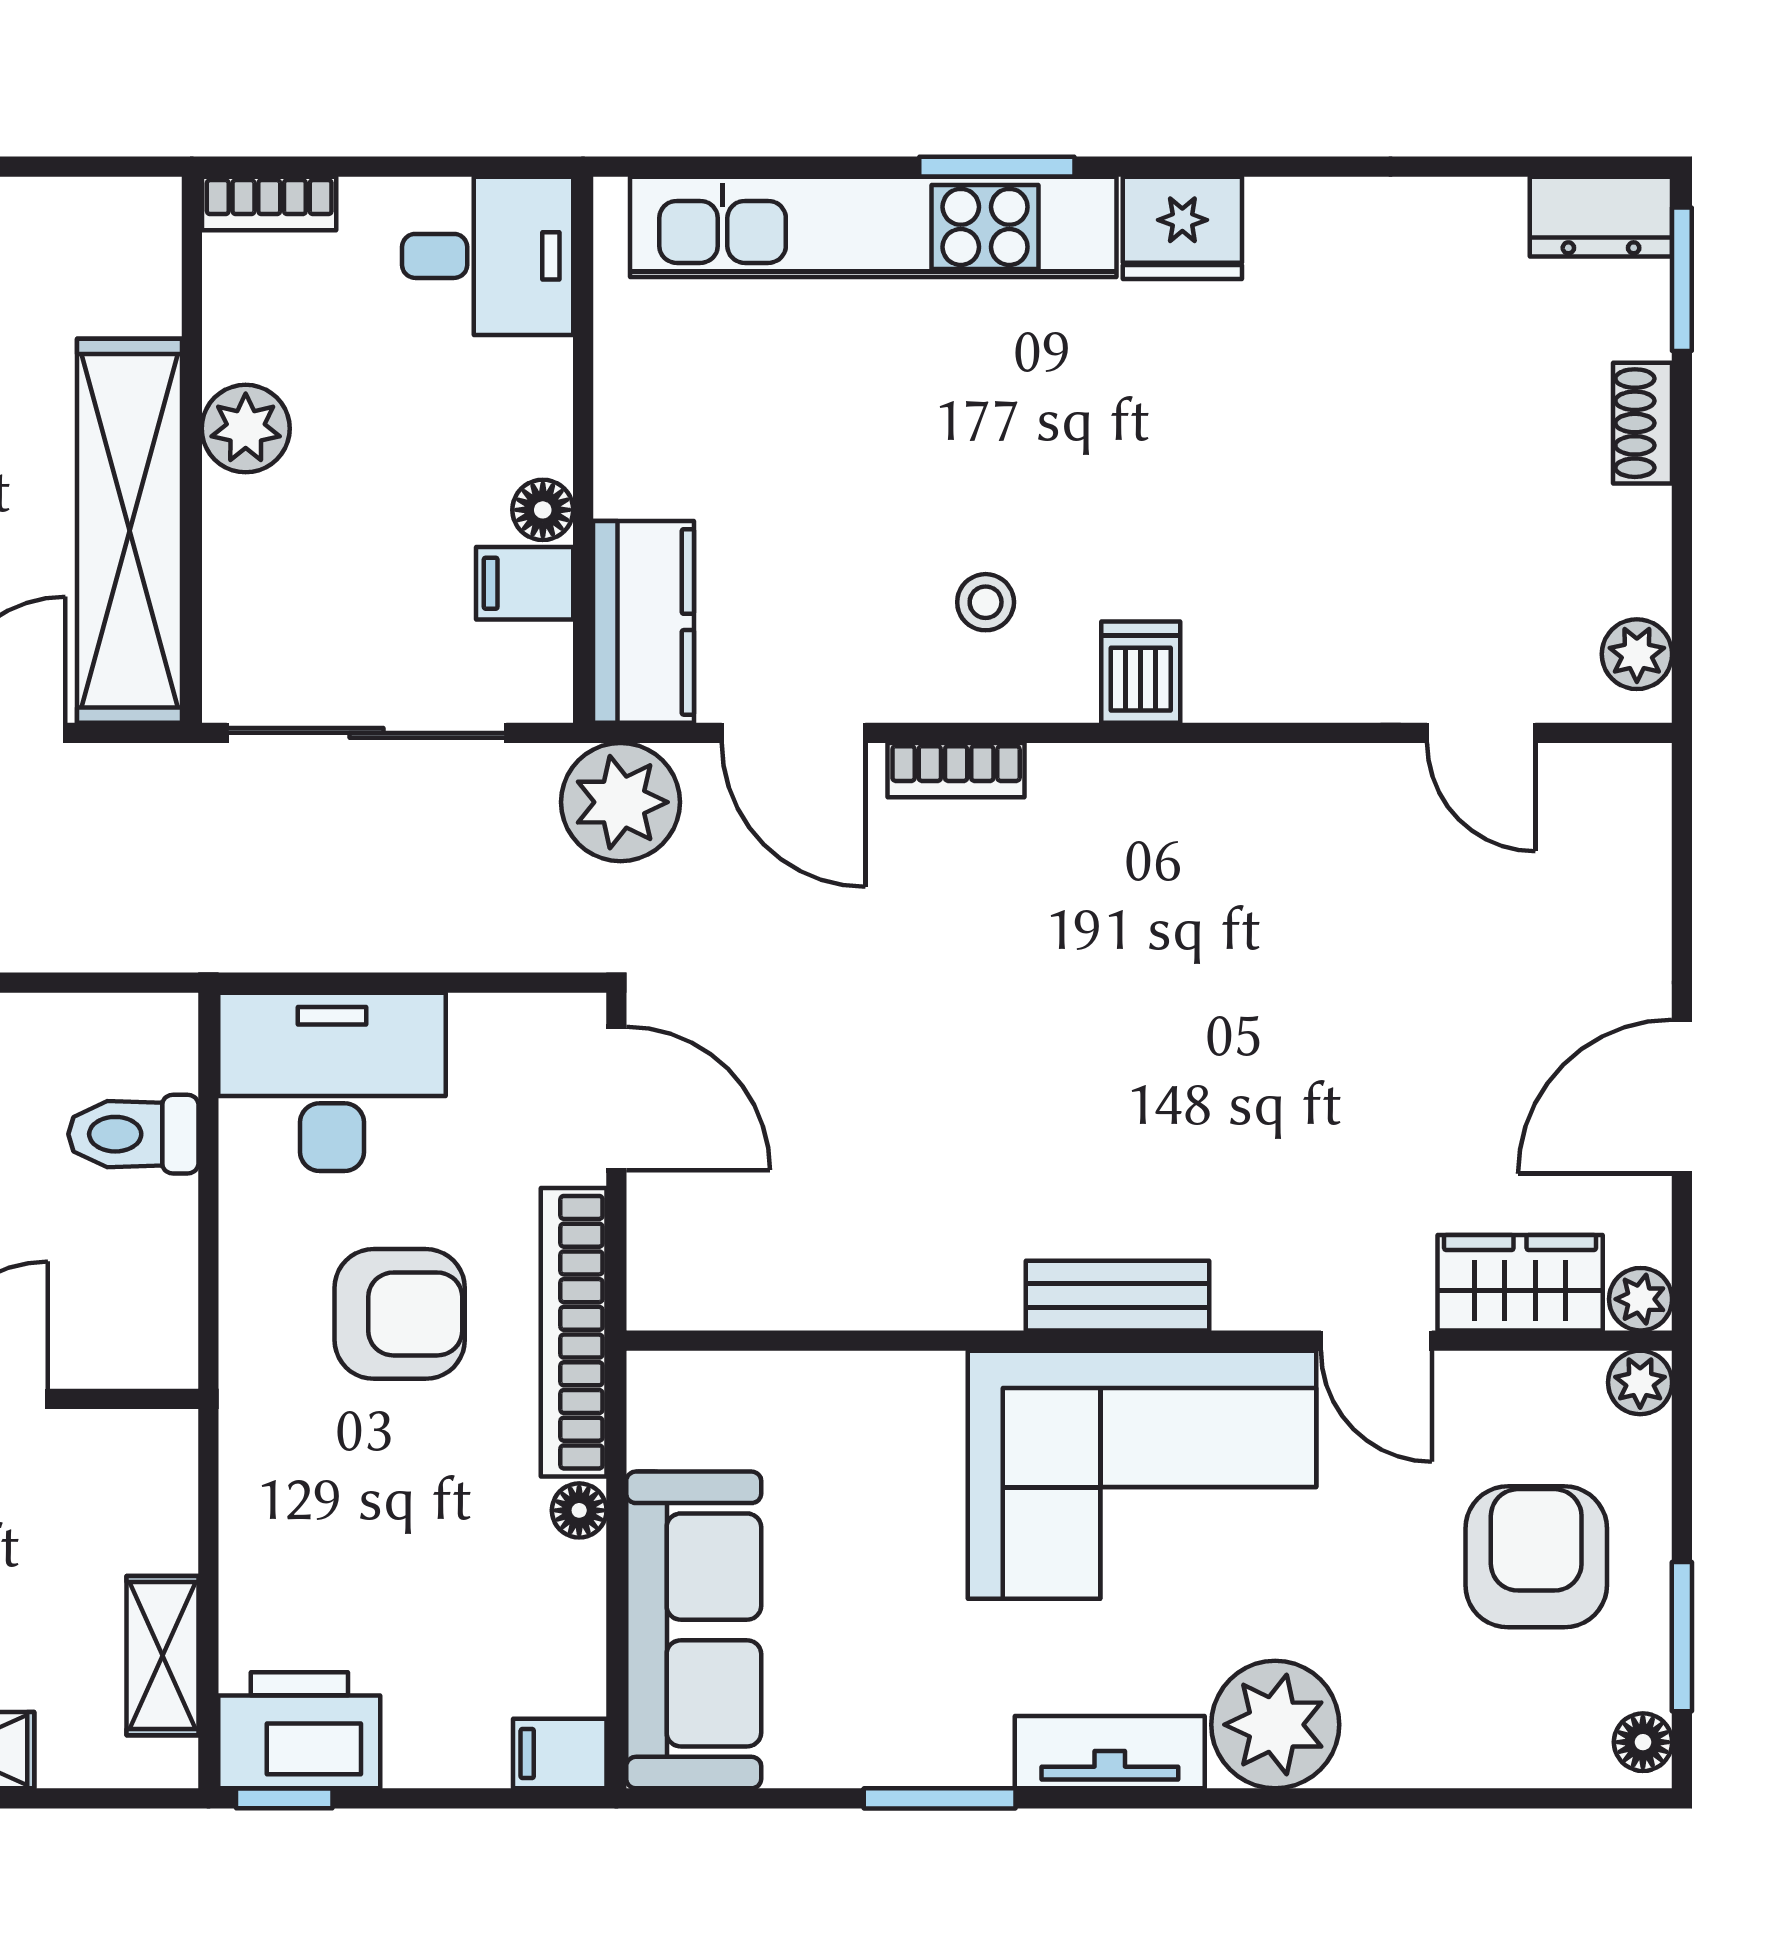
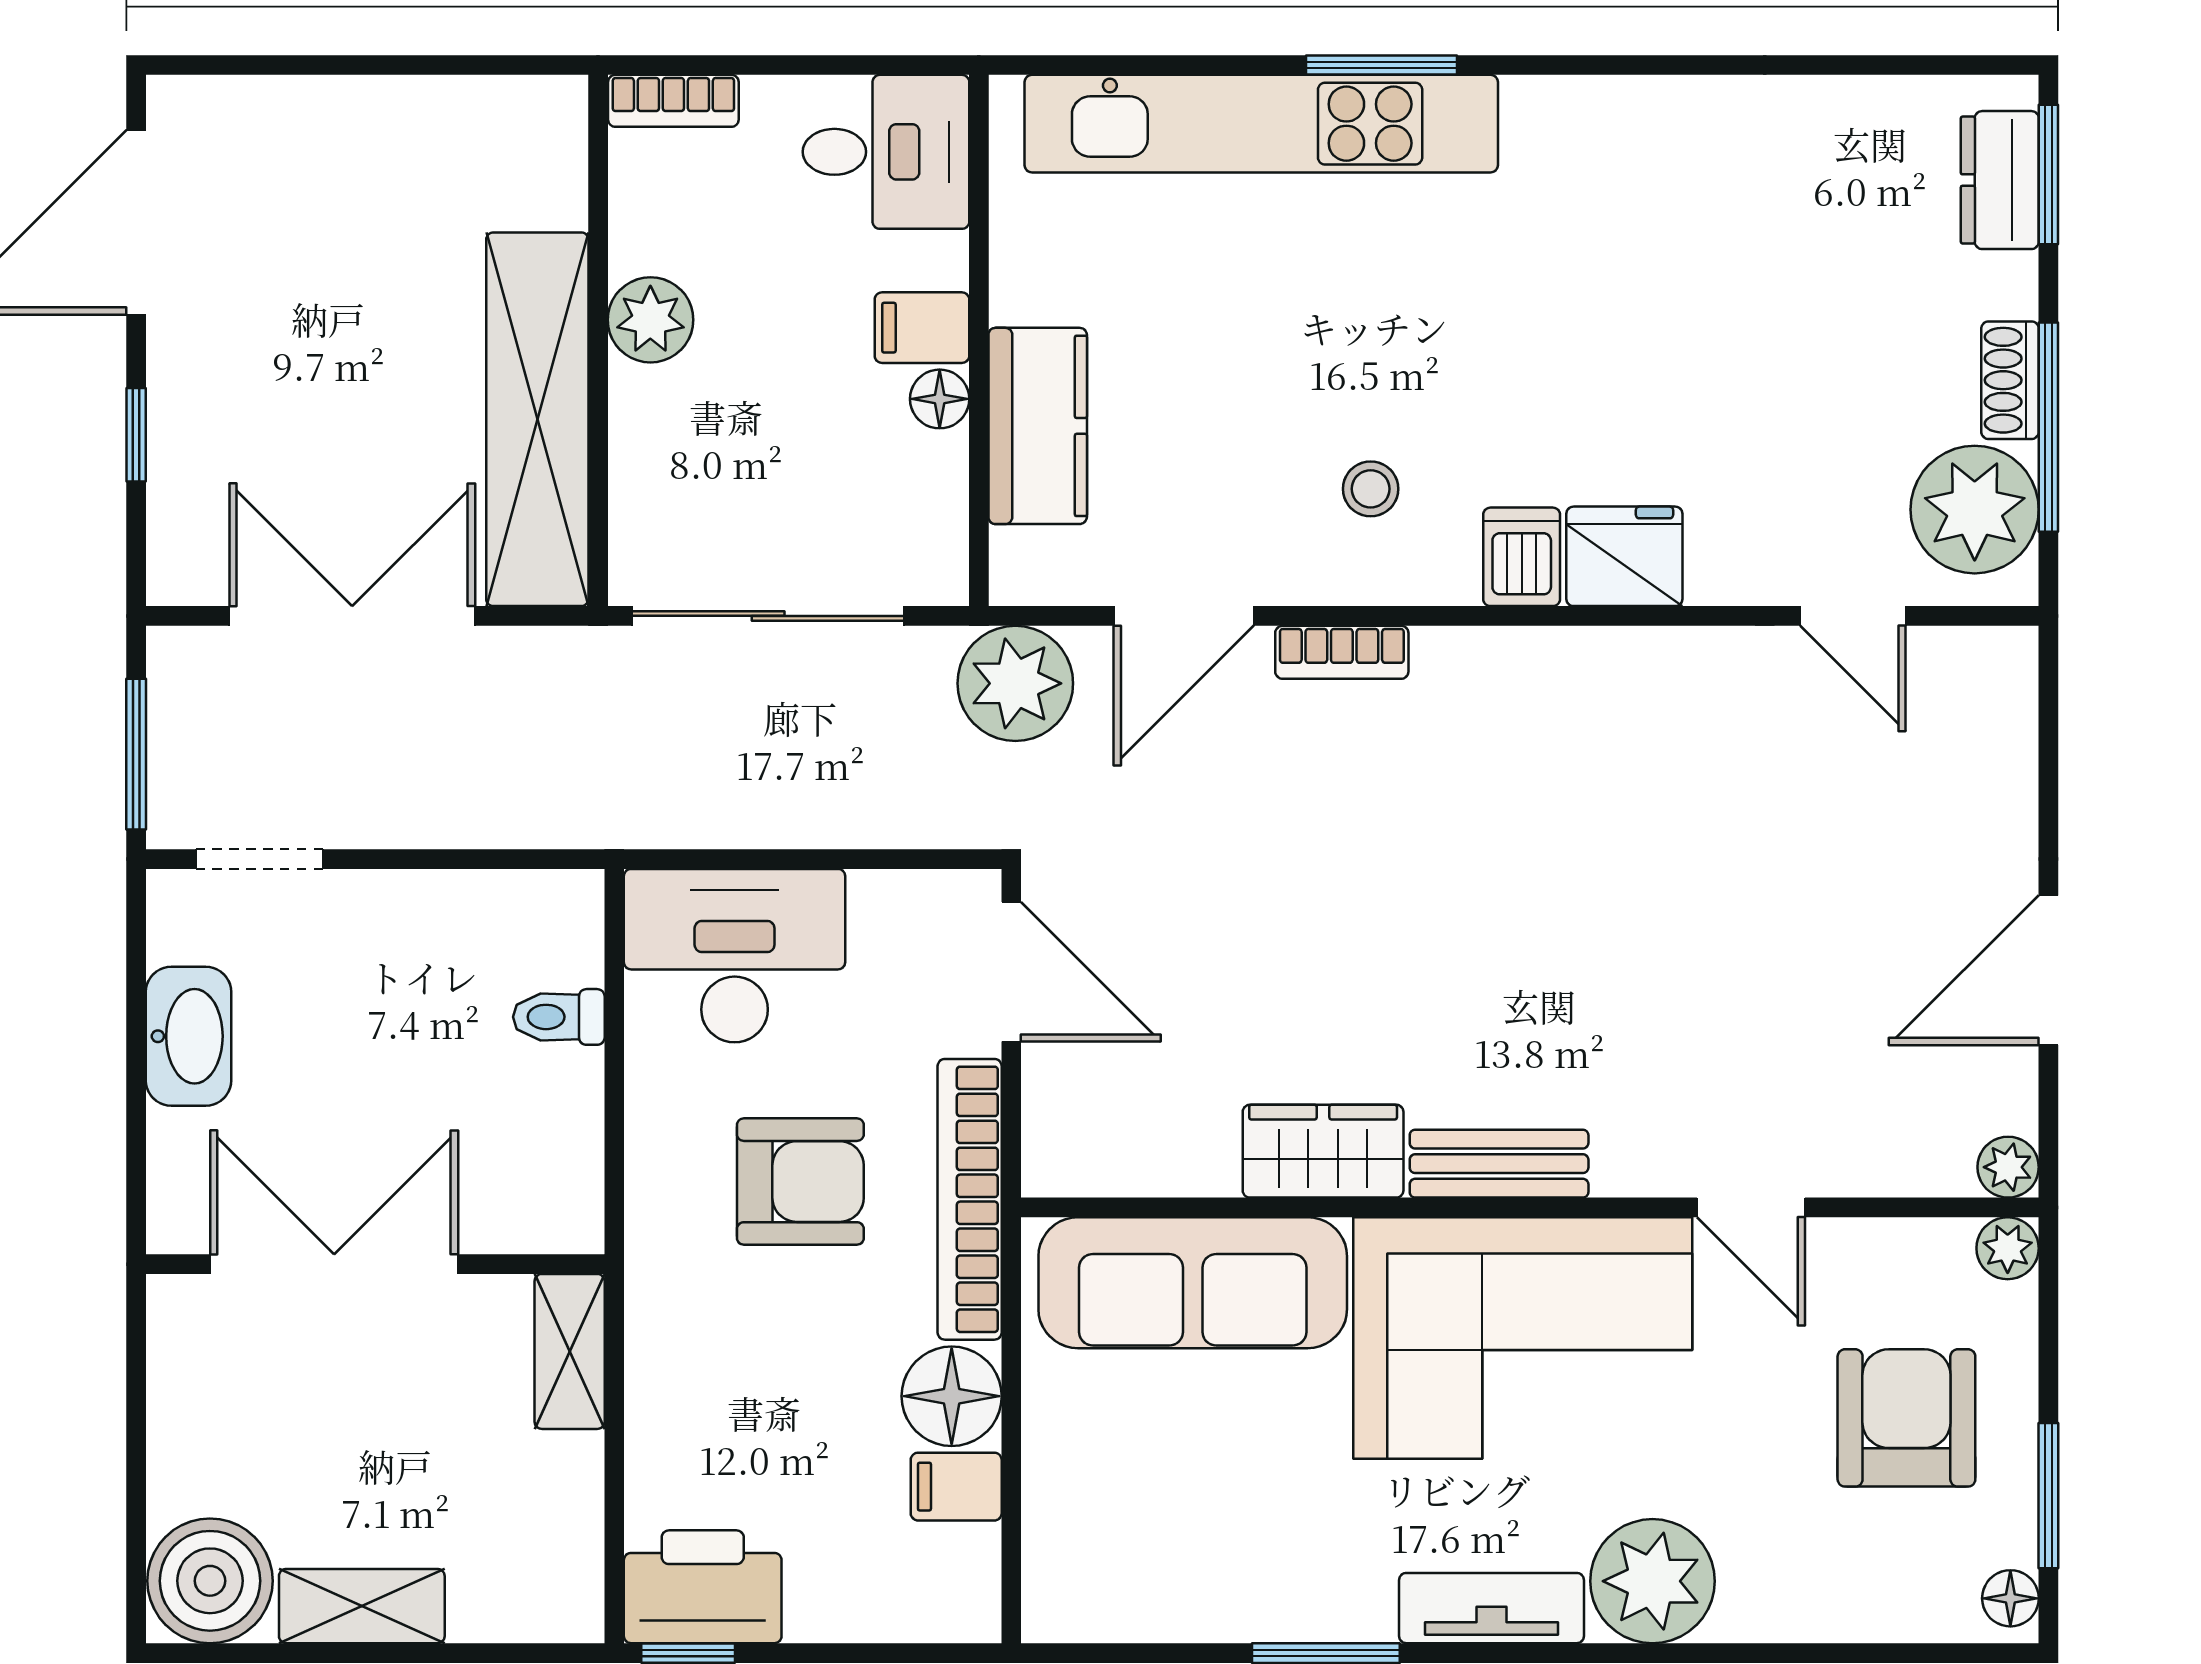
dresser: (1601, 217) -> (2000, 180), moved, turned 90
fridge: (1182, 228) -> (1624, 556), moved, turned 180
shoe rack: (1643, 423) -> (2010, 380), moved
window: (1682, 539) -> (2048, 427), added
filing cabinet: (525, 583) -> (922, 328), moved
kitchen counter: (644, 622) -> (1038, 426), moved
plant: (1637, 654) -> (1975, 510), width x1.87, depth x1.87
door: (793, 733) -> (1184, 616), hinge flipped
toilet: (133, 1134) -> (559, 1017), width x0.73, depth x0.72
wardrobe: (1520, 1283) -> (1323, 1151), moved
floor lamp: (579, 1510) -> (952, 1396), width x1.89, depth x1.89
sofa: (694, 1630) -> (1193, 1283), moved, turned 90
shelving: (163, 1656) -> (570, 1351), moved
filing cabinet: (560, 1753) -> (956, 1487), moved

